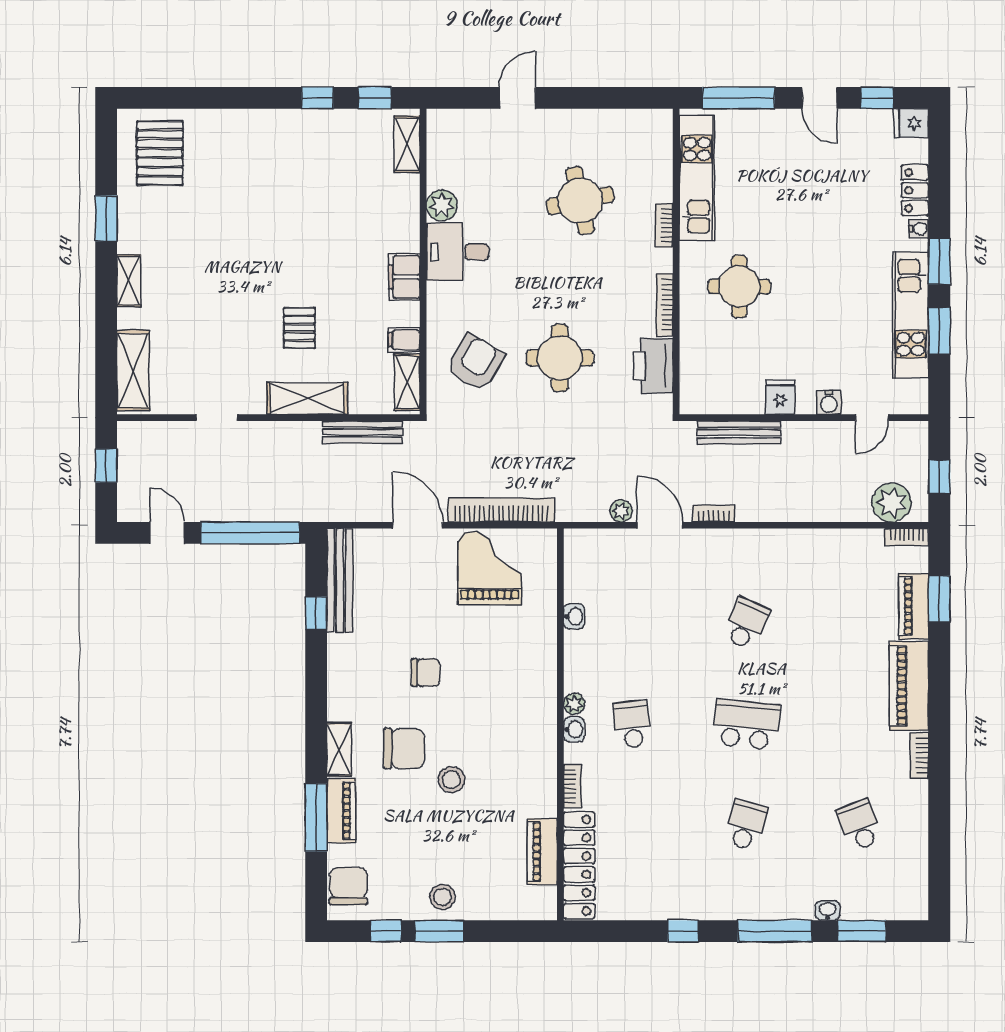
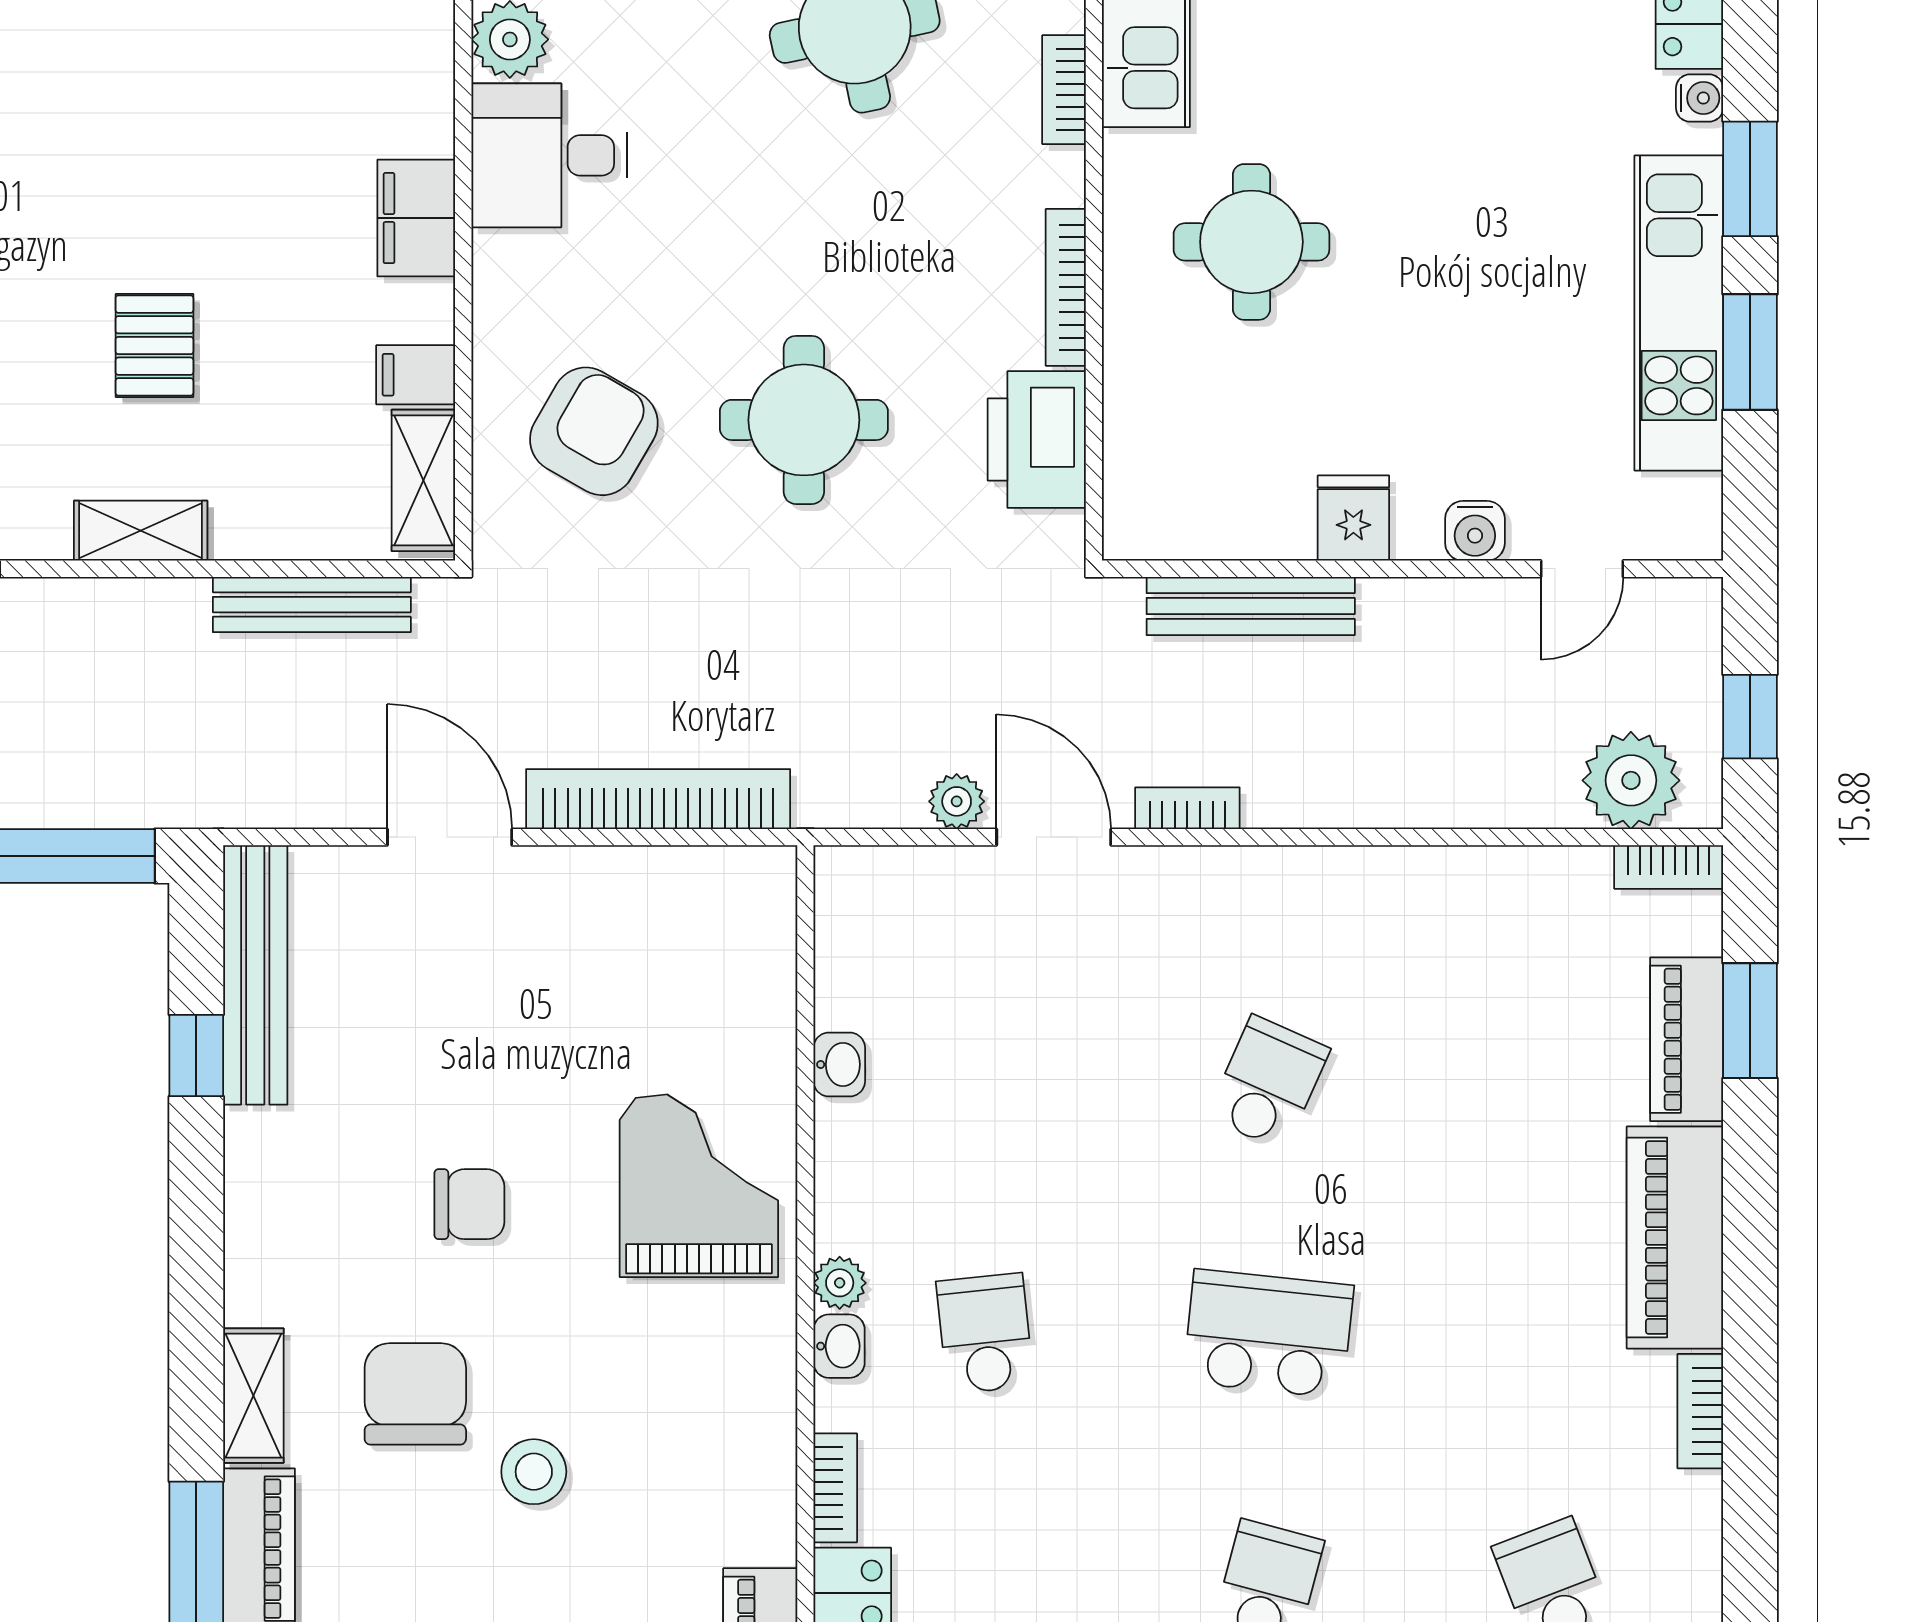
shelving: (307, 398) -> (141, 531), width x0.67, depth x0.75
grand piano: (490, 568) -> (699, 1186), moved
chair: (404, 749) -> (415, 1394), turned -90

